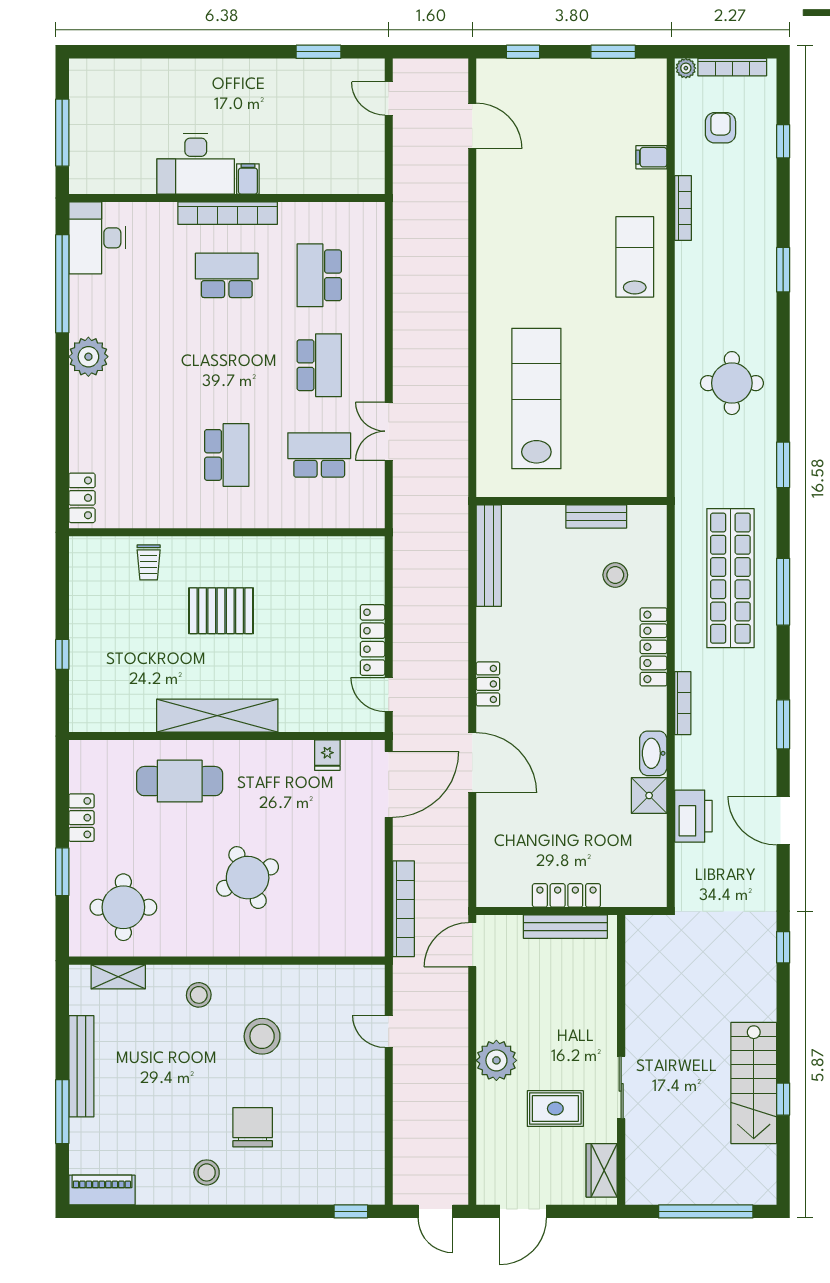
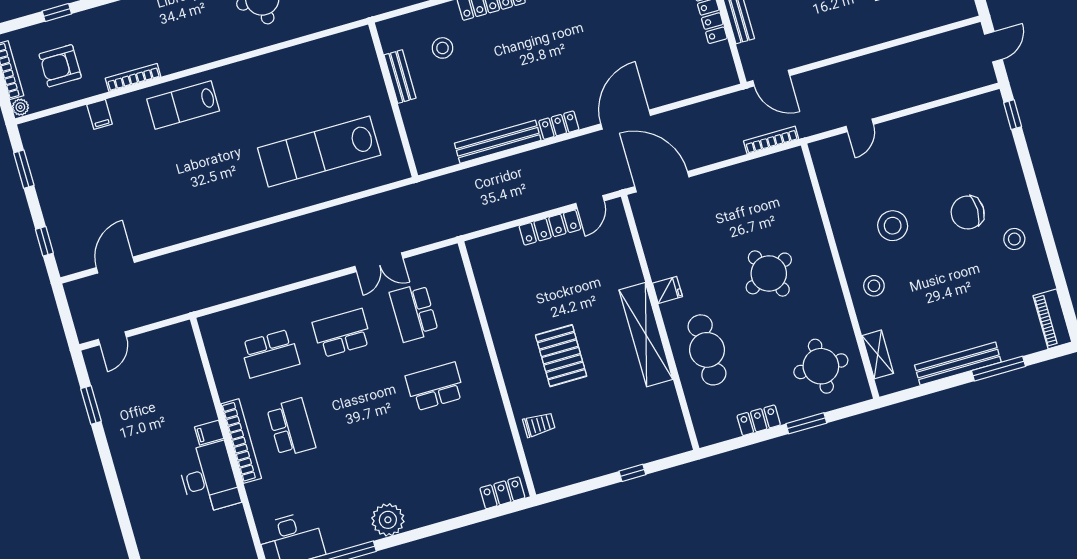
armchair: (720, 128) -> (60, 66), width x1.38, depth x1.38
school desk: (227, 275) -> (291, 428), turned 180
bench: (489, 556) -> (498, 142), moved
fridge: (327, 755) -> (667, 290), moved
bookcase: (403, 909) -> (771, 140), width x0.68, depth x0.76
plant: (496, 1060) -> (858, 32), removed

